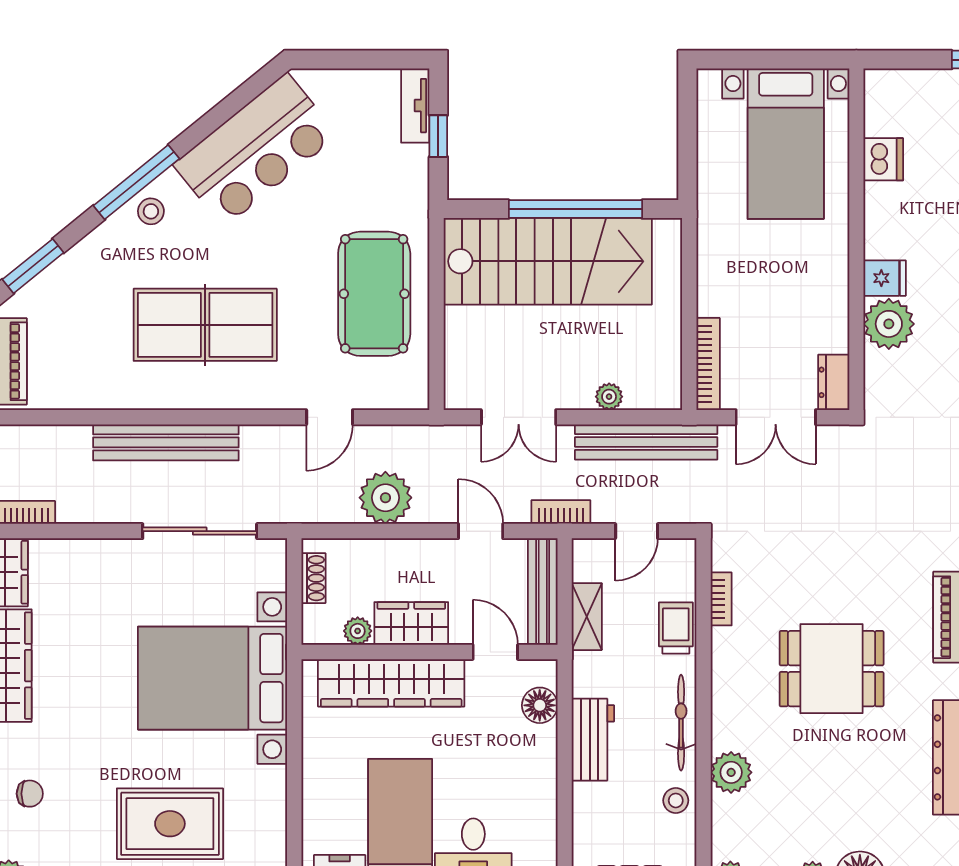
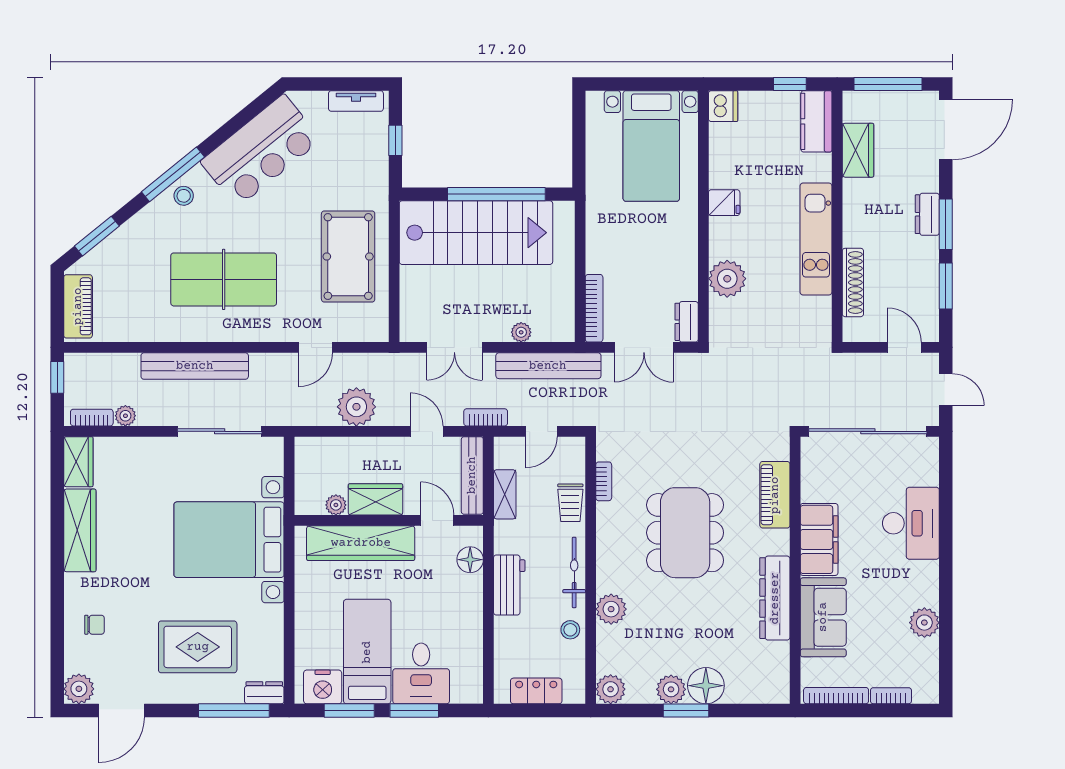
tv unit: (415, 106) -> (356, 101), moved, turned -90
dishwasher: (883, 159) -> (723, 106), moved
fridge: (885, 278) -> (724, 203), moved
plant: (72, 510) -> (125, 416), added
shoe rack: (313, 578) -> (303, 466), removed
trolley: (676, 628) -> (570, 503), turned 180
dining table: (832, 669) -> (685, 533), width x1.38

